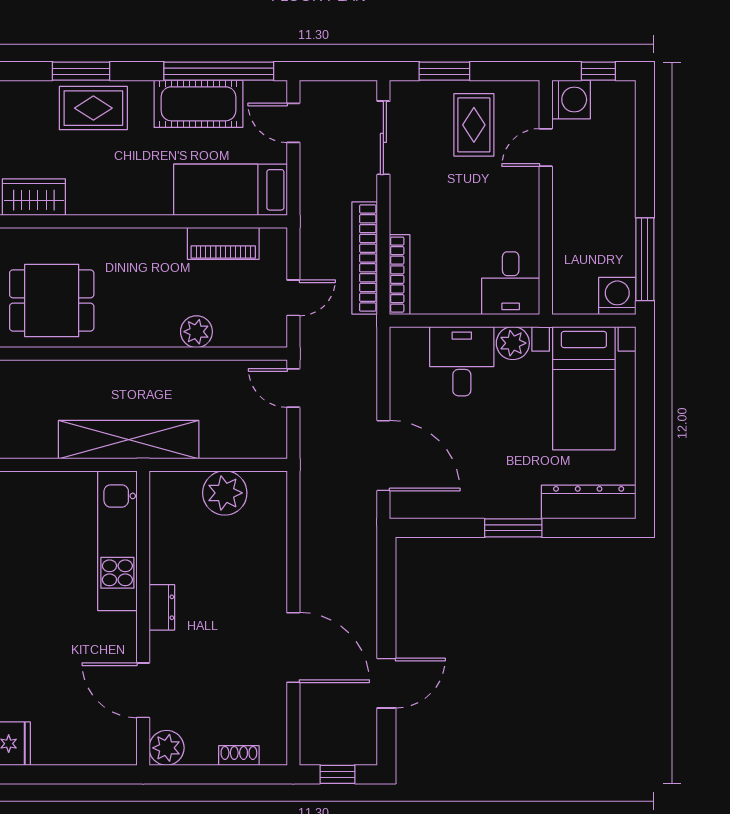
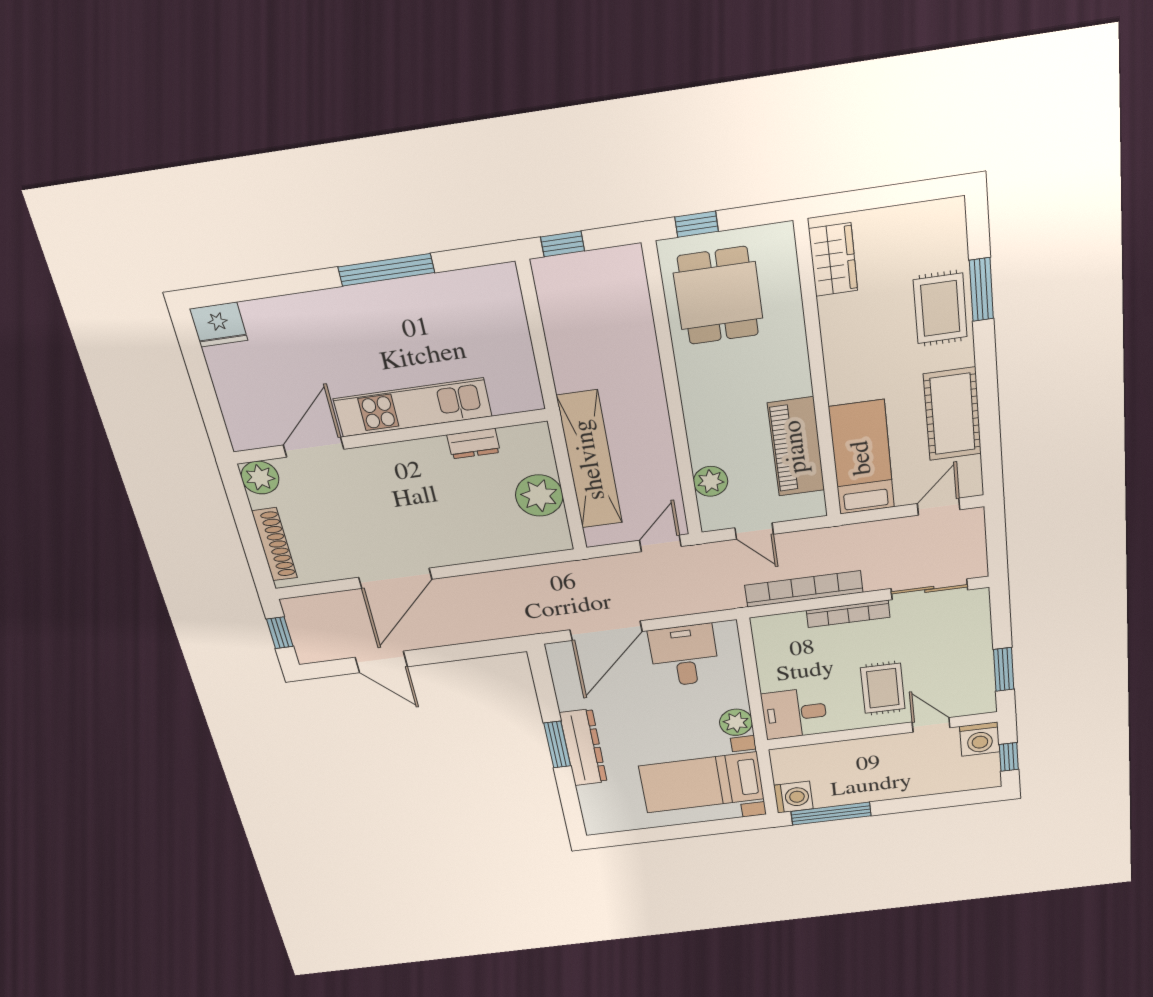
window: (219, 71) -> (990, 429), removed
window: (444, 71) -> (1004, 669), moved
rug: (474, 125) -> (883, 688), moved, turned 90
piano: (223, 243) -> (796, 447), width x1.37, depth x1.33
bookcase: (400, 275) -> (848, 614), moved
plant: (196, 332) -> (711, 481), moved
desk: (462, 361) -> (684, 655), moved, turned -90
shelving: (129, 440) -> (590, 460), moved
dresser: (589, 502) -> (583, 748), moved
kitchen unit: (117, 541) -> (413, 408), moved
dresser: (162, 607) -> (474, 444), moved
shoe rack: (239, 755) -> (275, 544), width x1.94, depth x1.24

